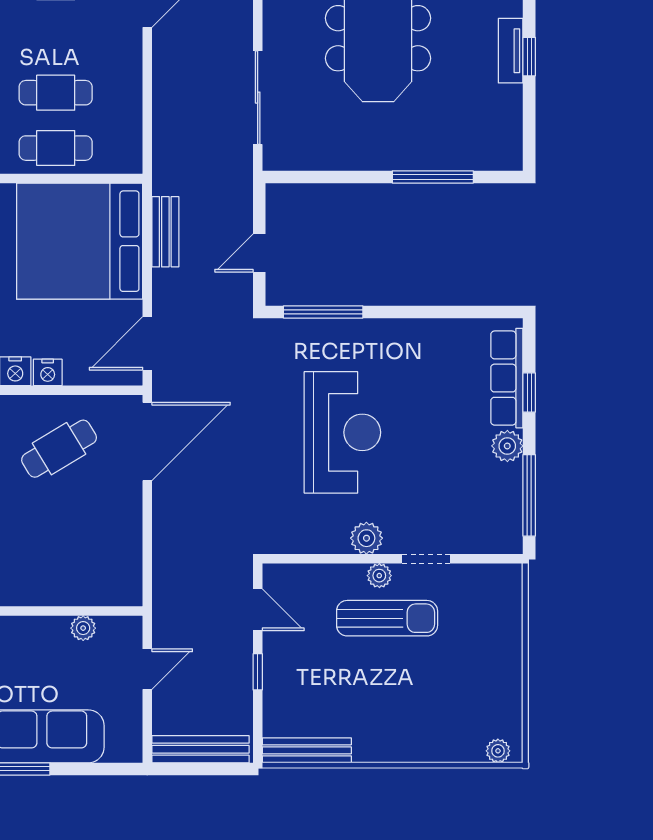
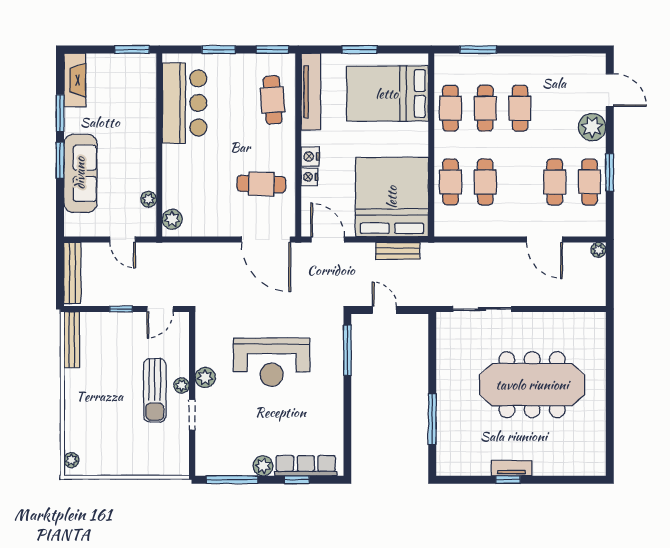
cafe table: (59, 449) -> (261, 184), turned -57
plant: (115, 591) -> (172, 219), added

